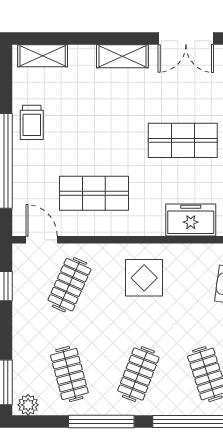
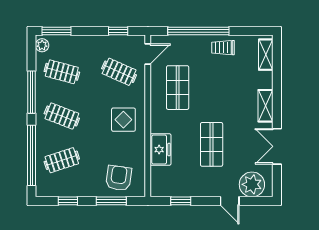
clothes rail: (69, 374) -> (62, 72), turned 30

